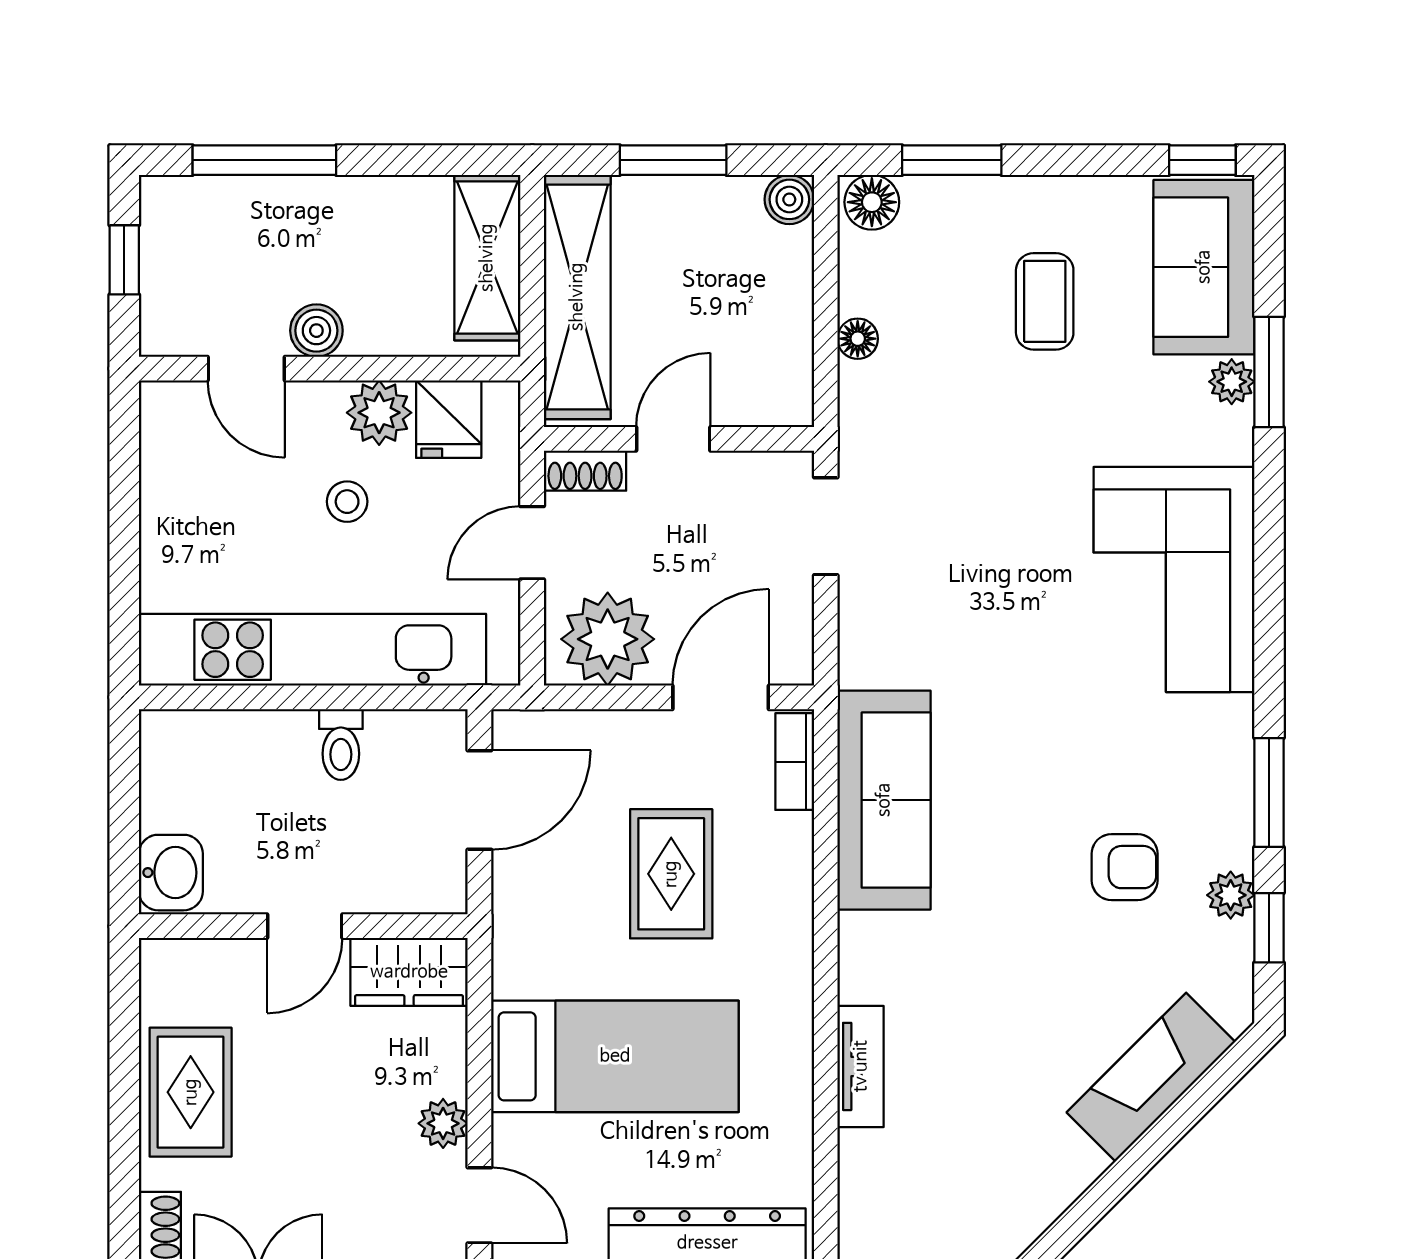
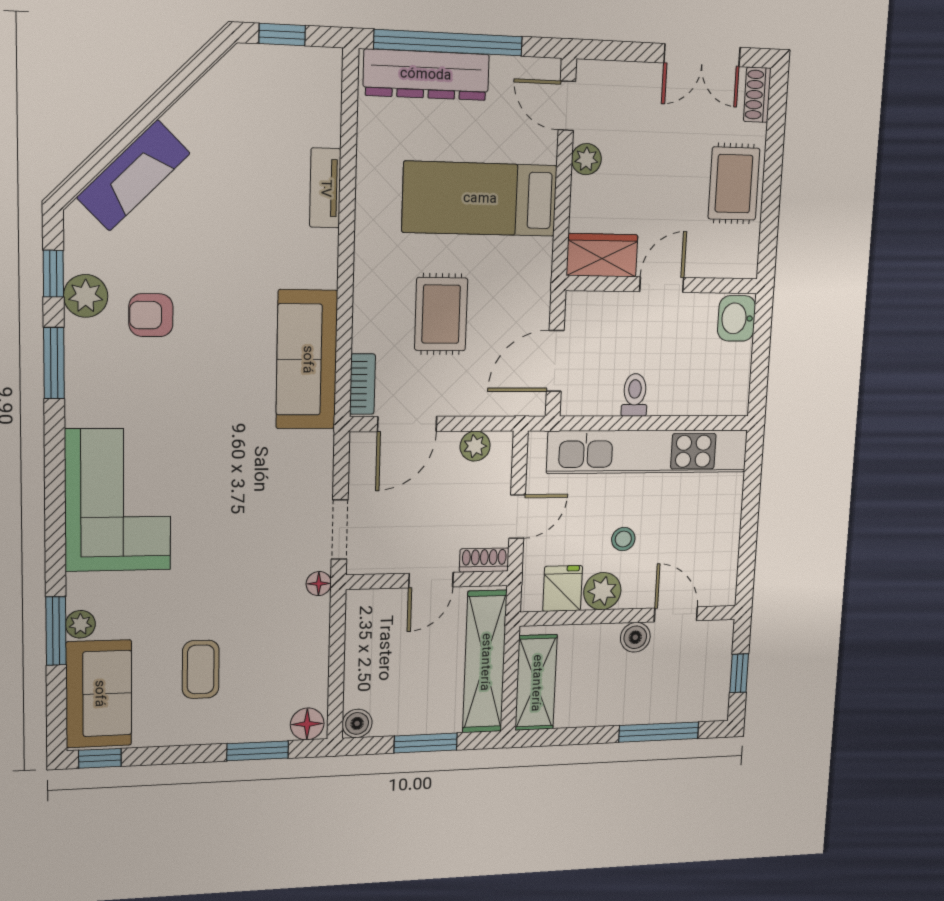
floor lamp: (858, 339) -> (319, 584), moved
plant: (608, 639) -> (475, 446), width x0.53, depth x0.53
plant: (1231, 895) -> (86, 296), width x1.38, depth x1.38

